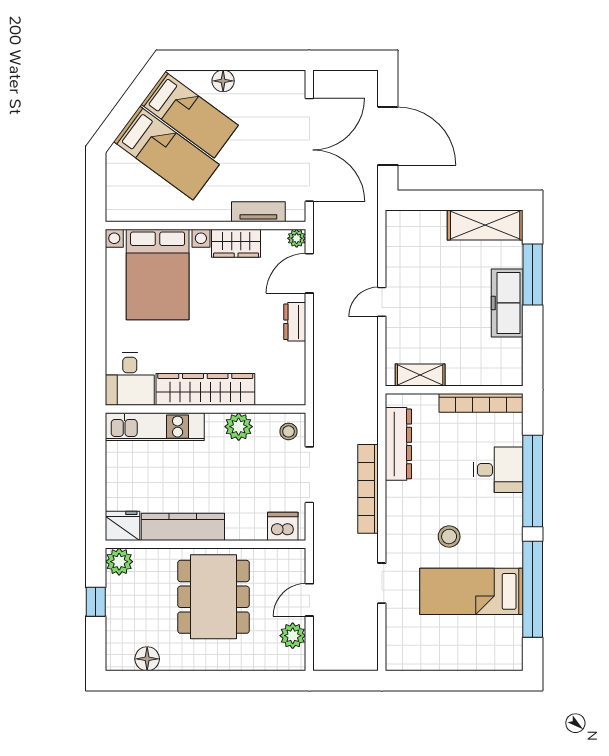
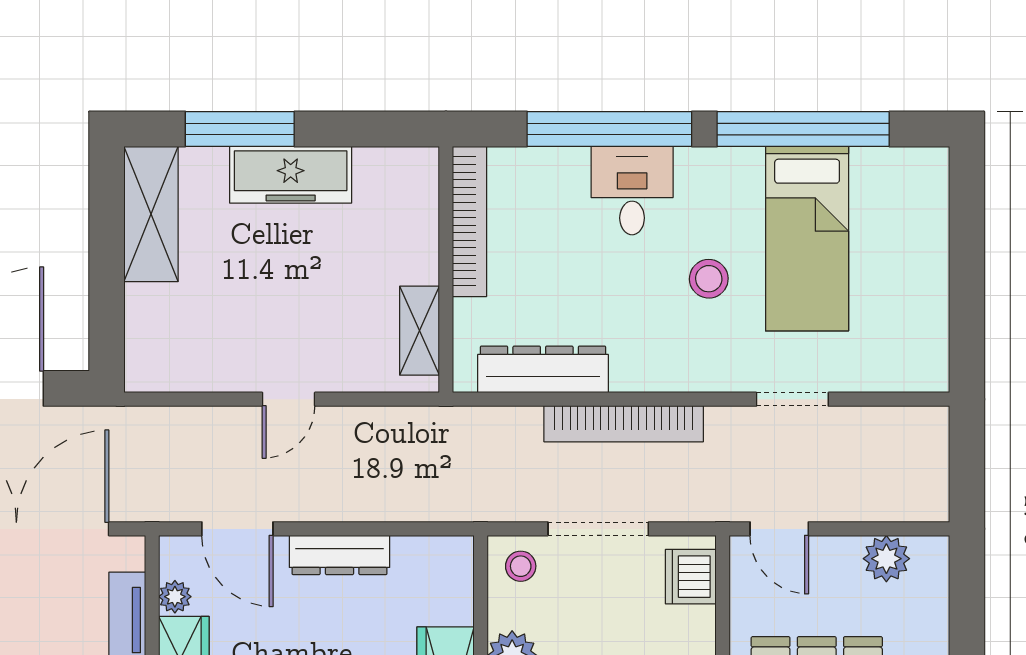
plant: (297, 238) -> (175, 597), moved
door: (382, 302) -> (289, 399), hinge flipped
dresser: (295, 322) -> (340, 555), width x1.44
desk: (498, 470) -> (632, 191), moved
door: (309, 600) -> (779, 529), moved

